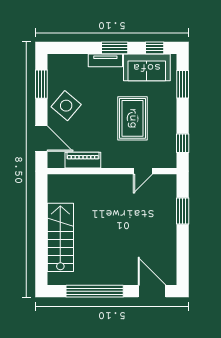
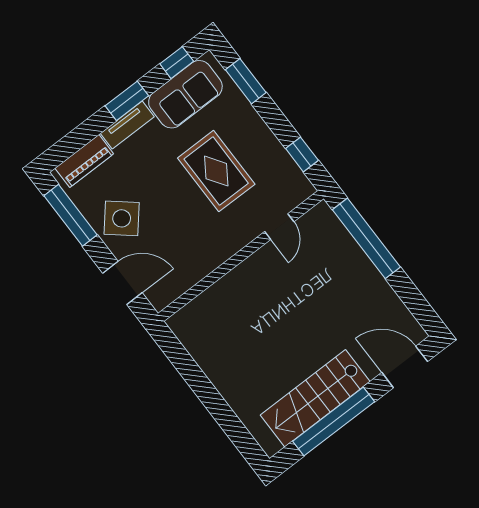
window: (41, 84) -> (70, 215), width x1.44
piano: (83, 160) -> (84, 161), moved, turned 180
window: (183, 211) -> (366, 238), width x2.11
stairs: (60, 237) -> (315, 398), moved, turned -90

